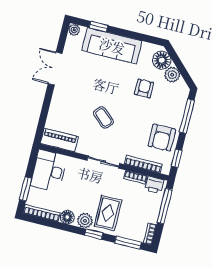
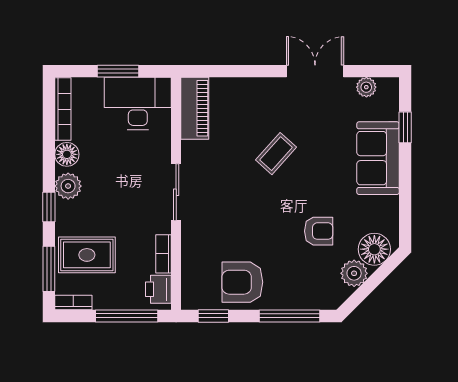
plant: (74, 30) -> (366, 87), moved
sofa: (112, 46) -> (378, 158), width x0.73
coffee table: (103, 117) -> (276, 154), moved
bookcase: (143, 164) -> (189, 262), removed
window: (25, 189) -> (118, 71), moved
rug: (108, 213) -> (87, 255), moved

